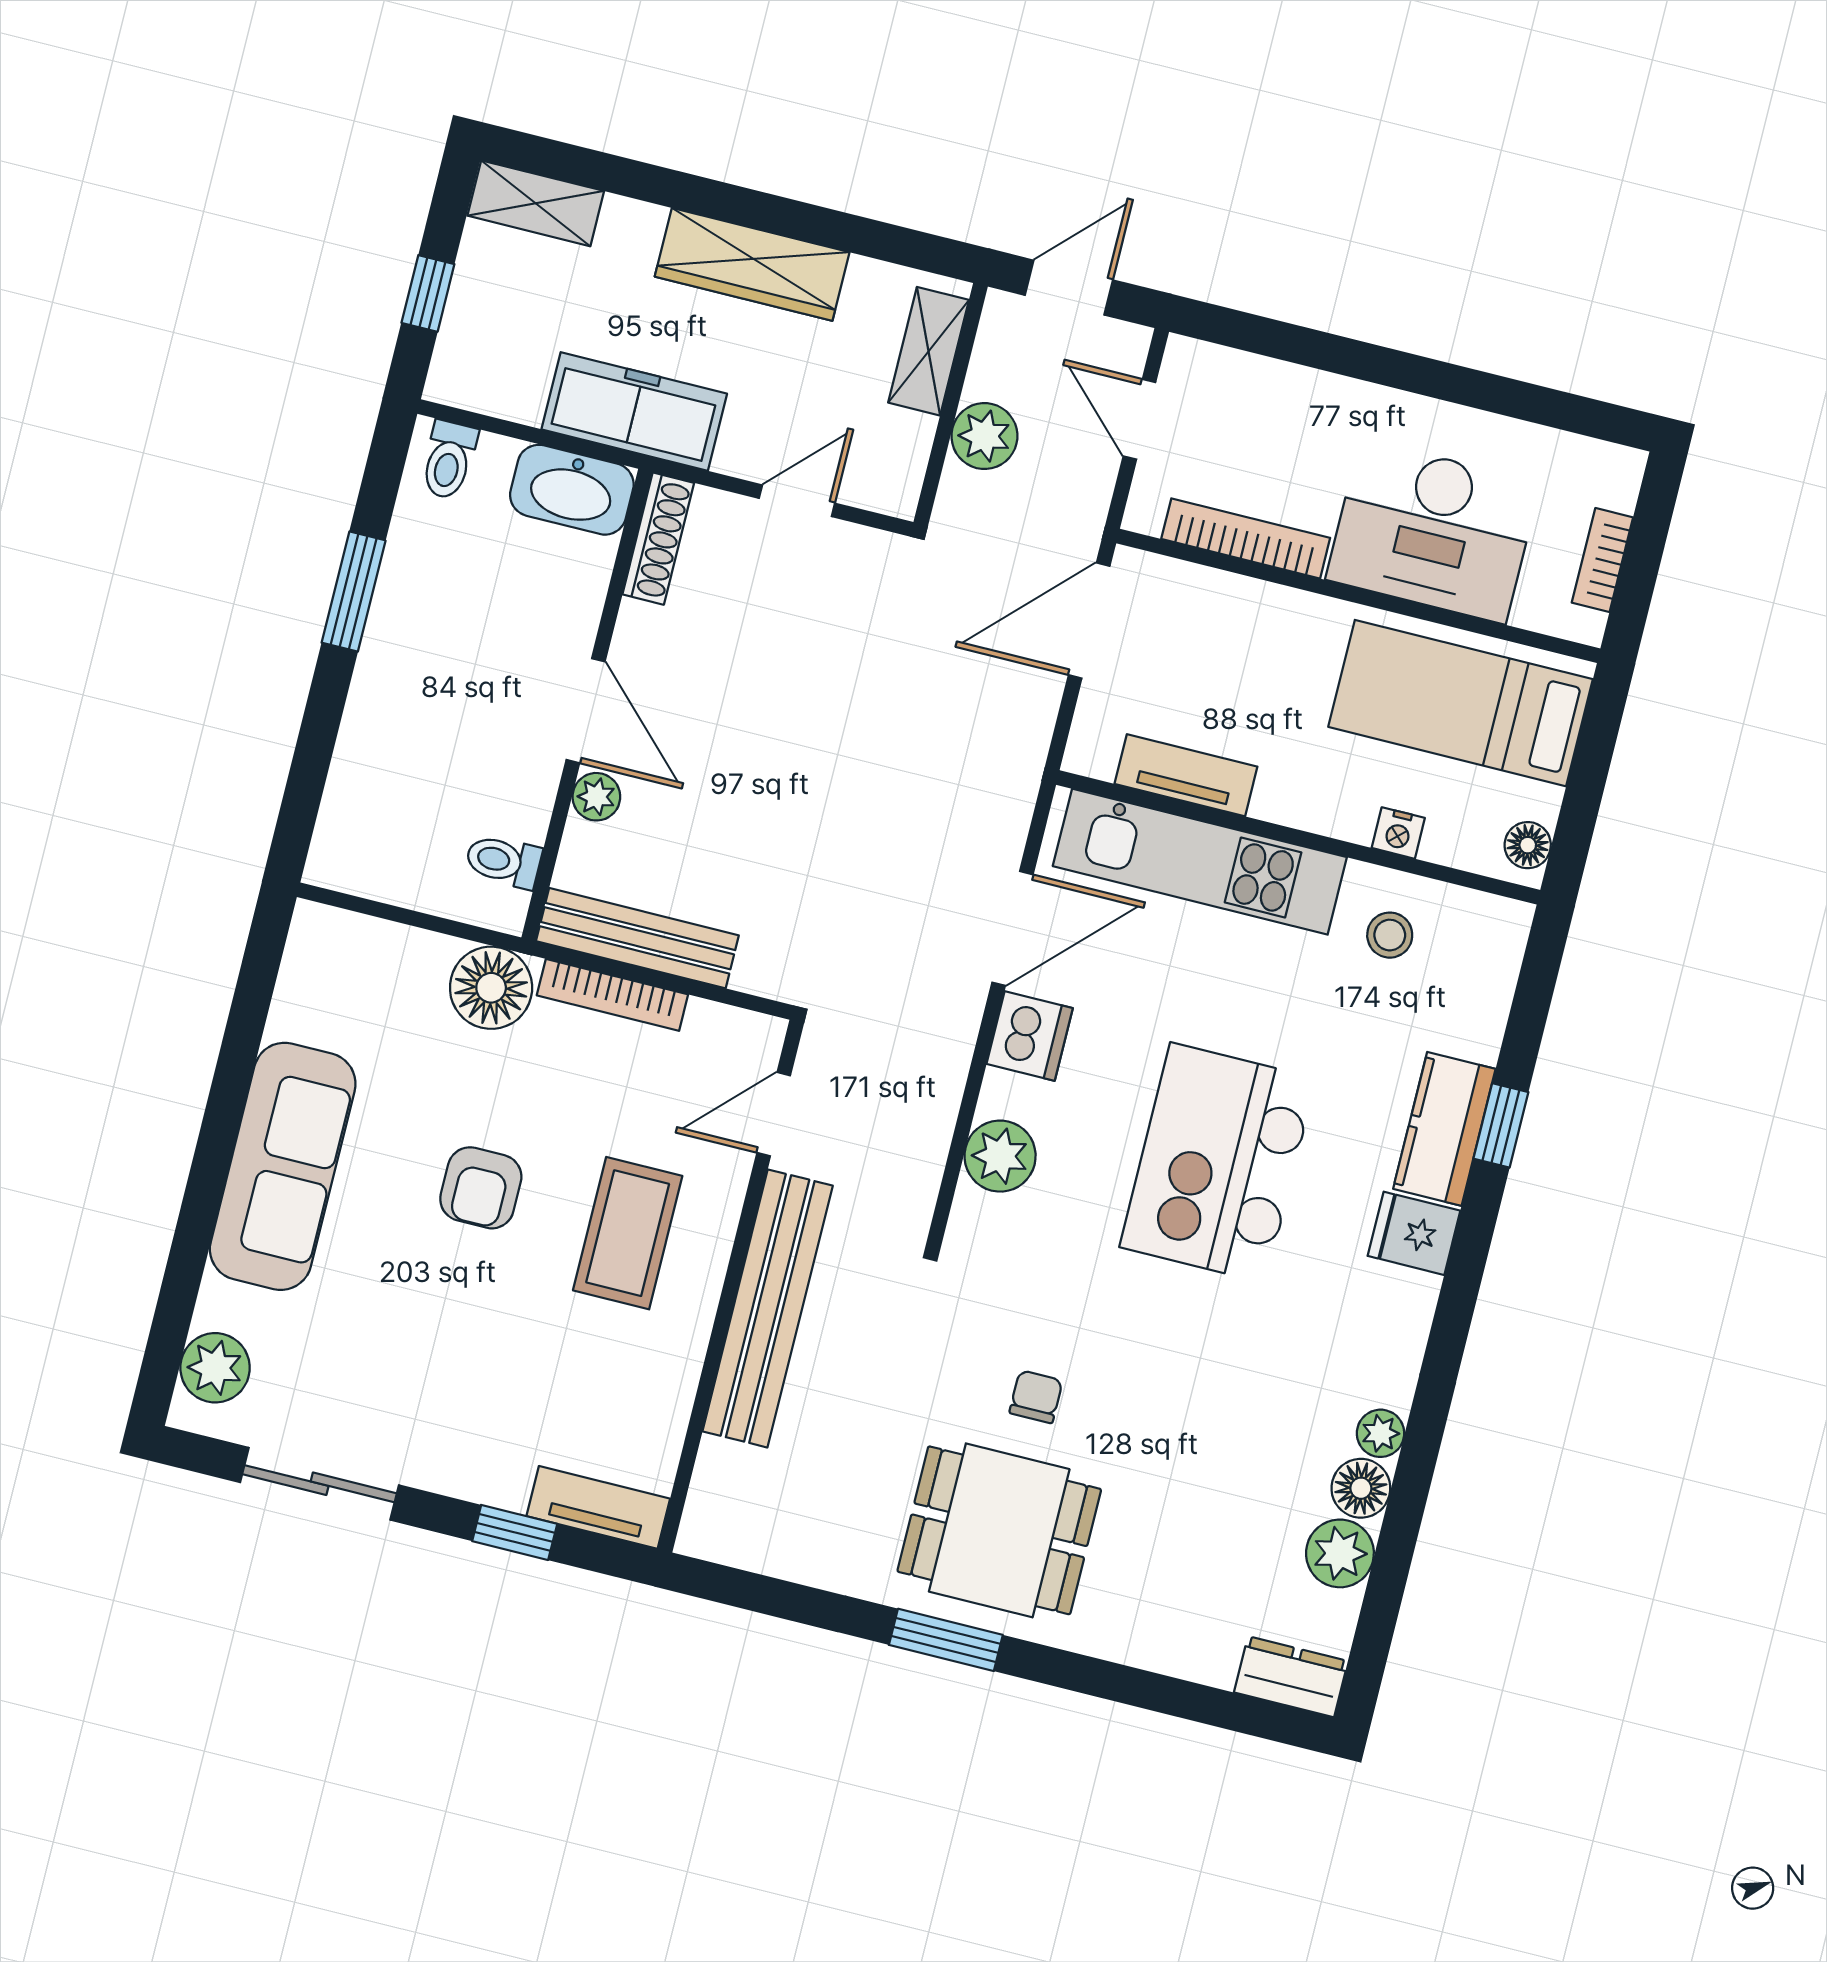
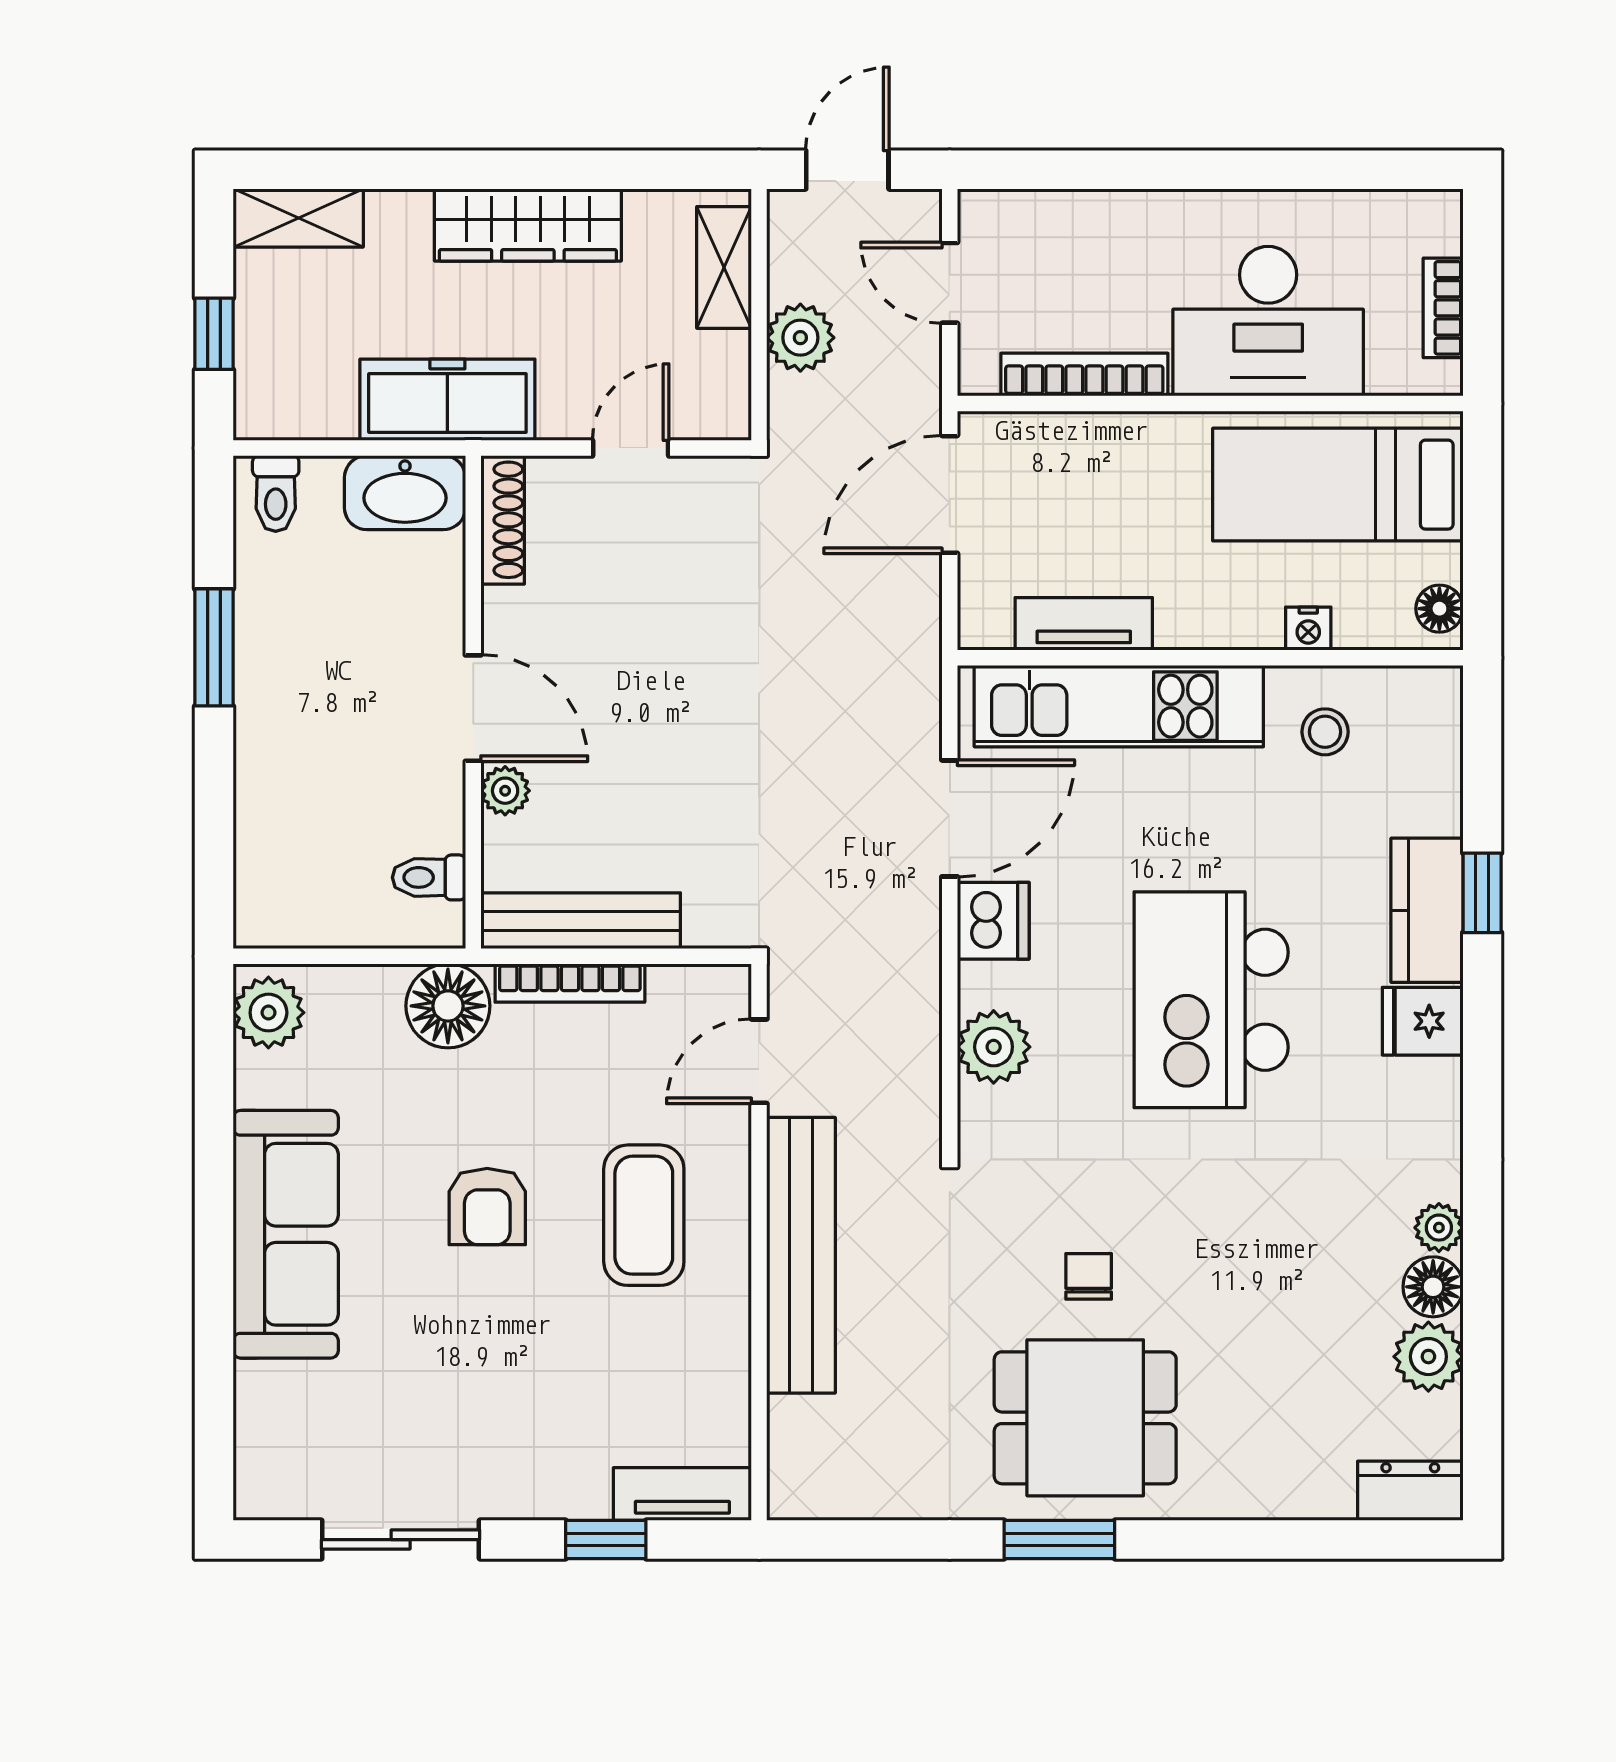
plant: (215, 1368) -> (268, 1013), moved

